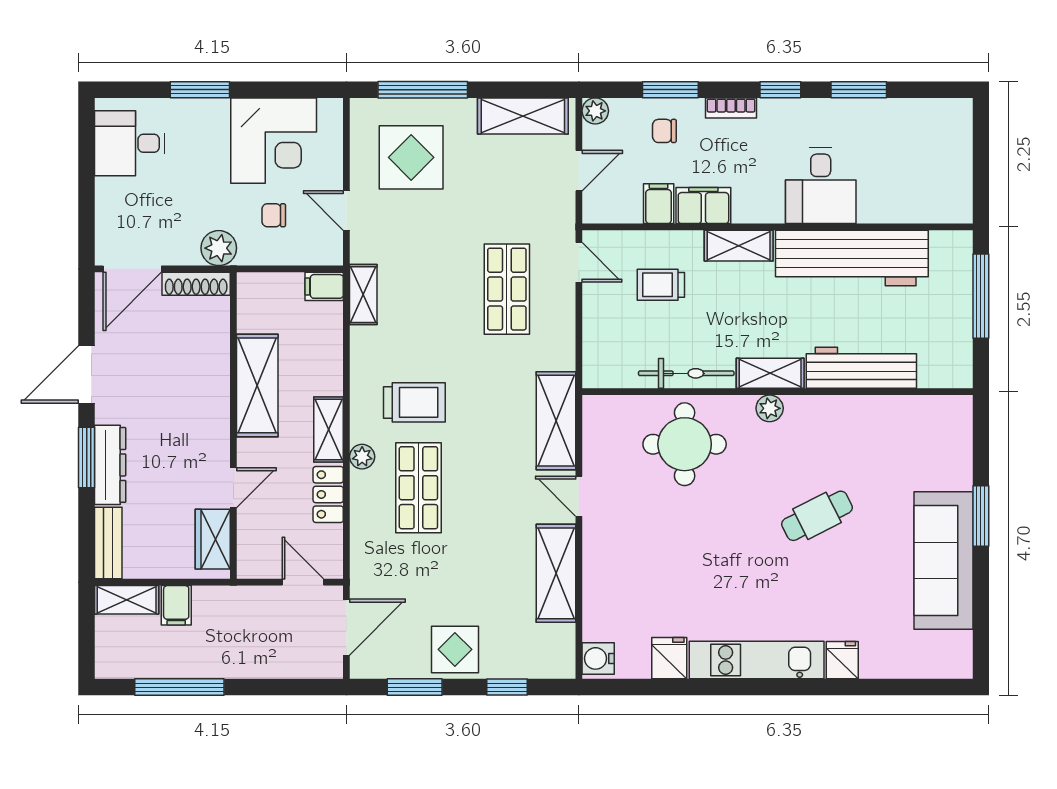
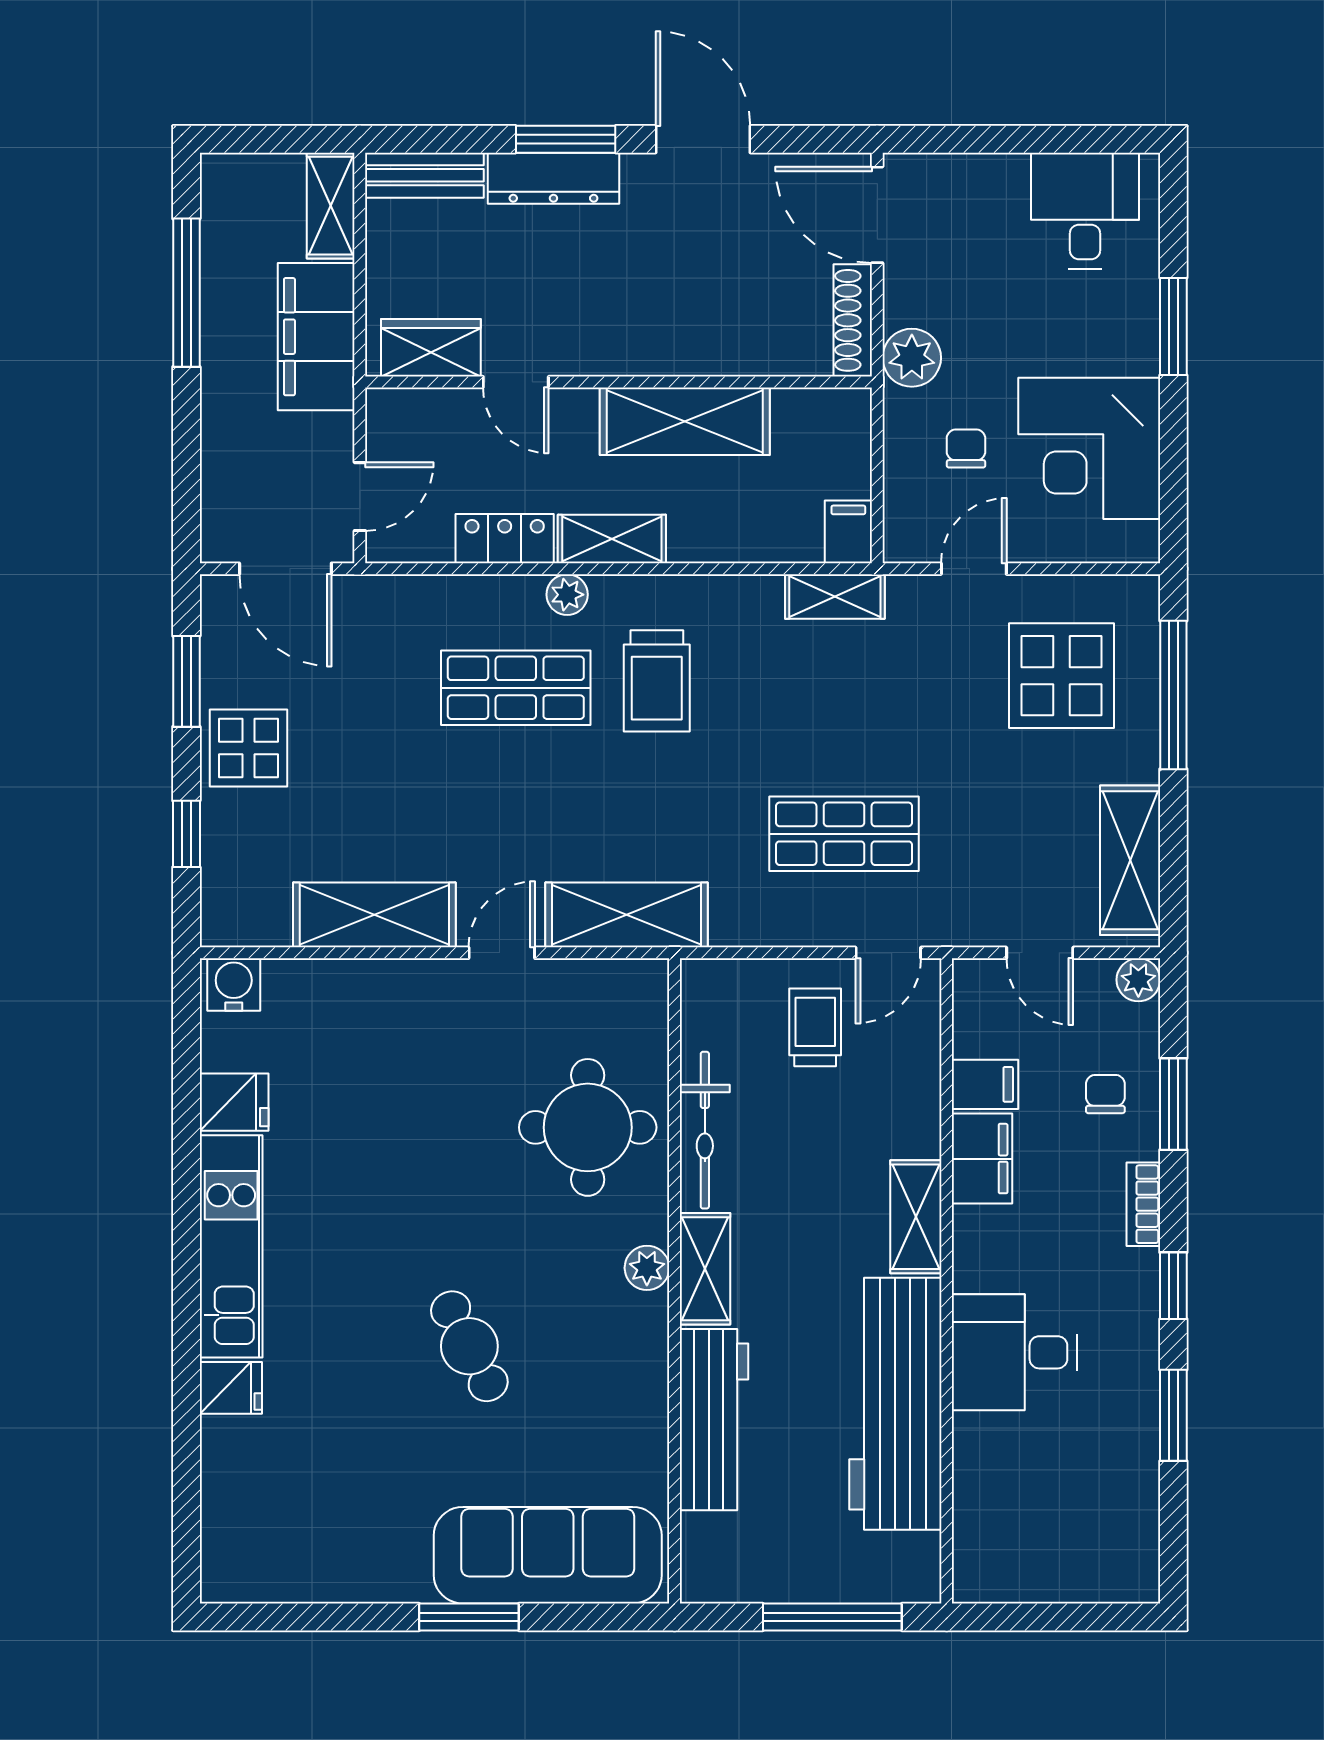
trolley: (661, 285) -> (815, 1027), moved
sofa: (943, 560) -> (548, 1555), moved
filing cabinet: (176, 605) -> (316, 337), width x3.00, depth x1.17

